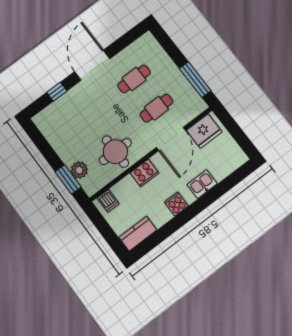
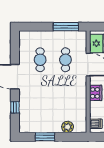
round table: (115, 152) -> (72, 100), removed
window: (68, 179) -> (45, 137), moved

